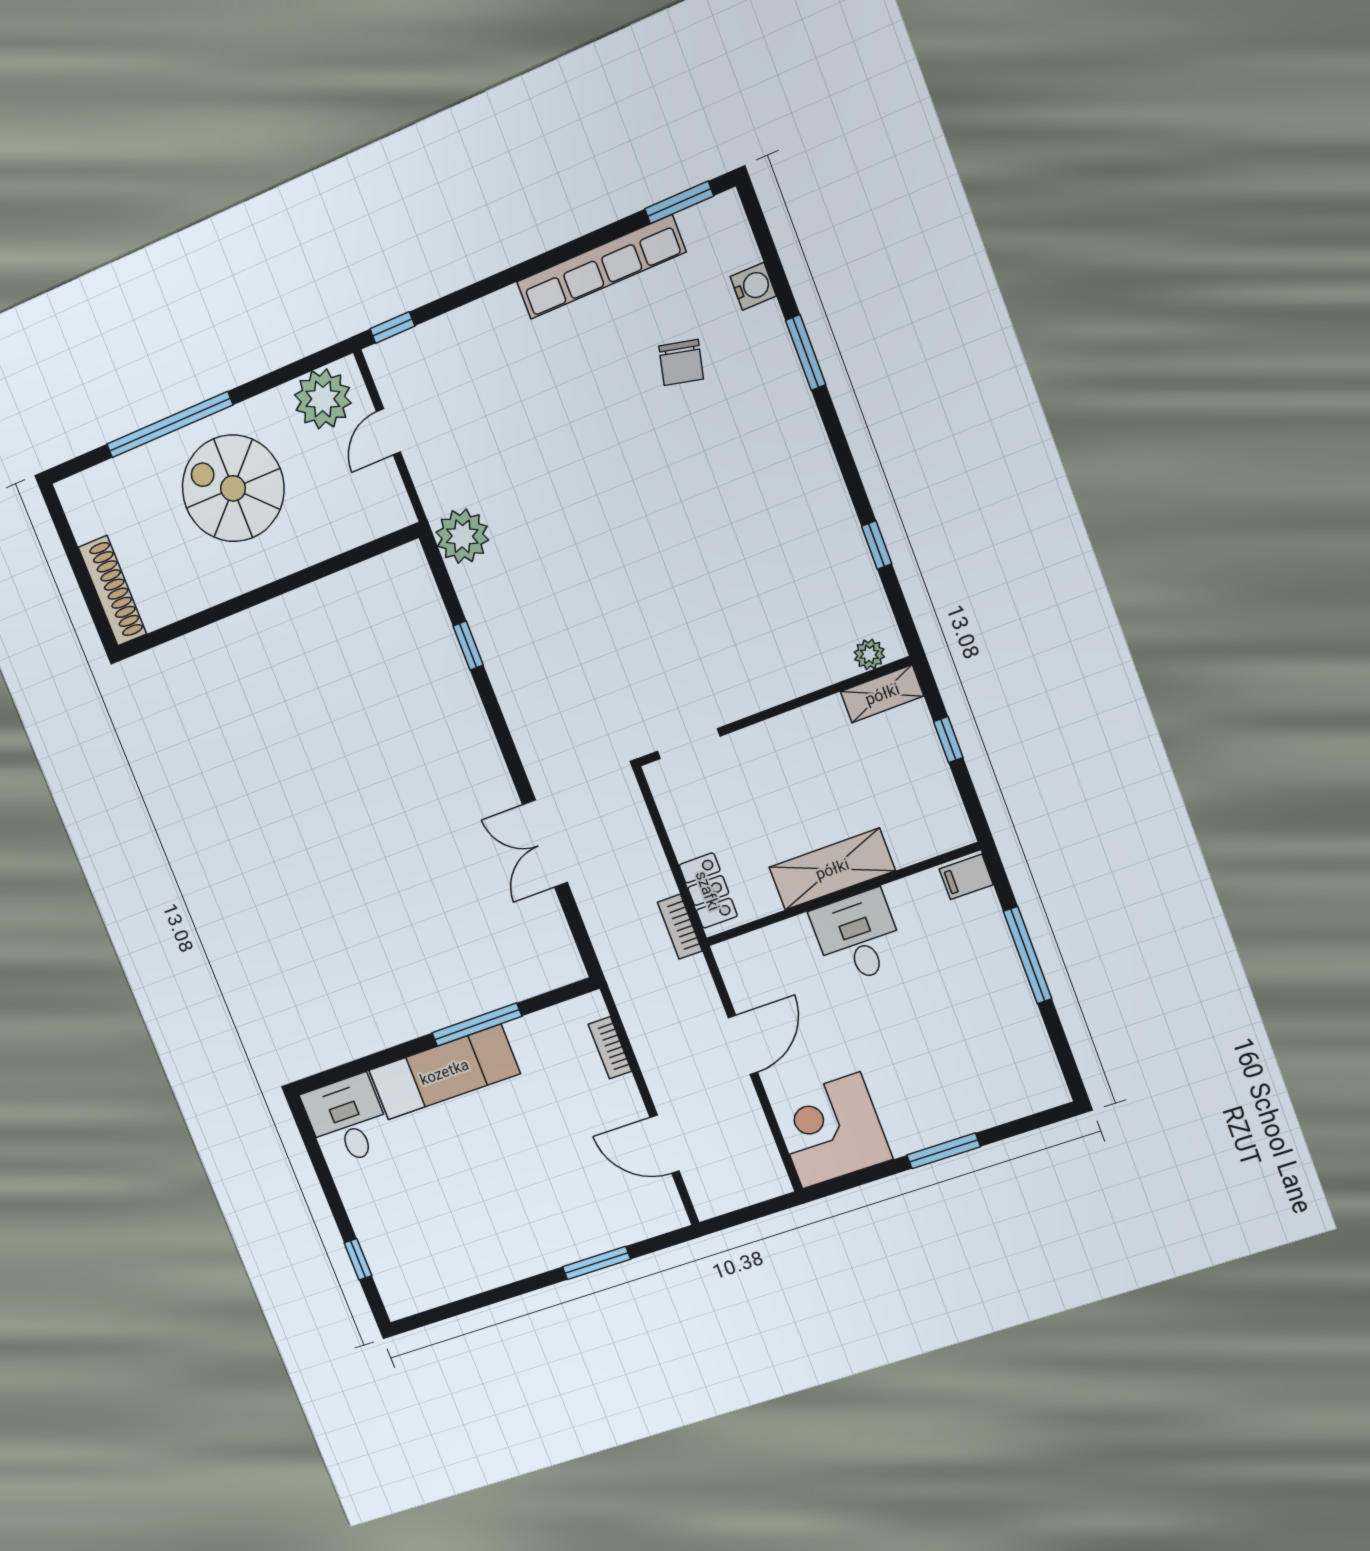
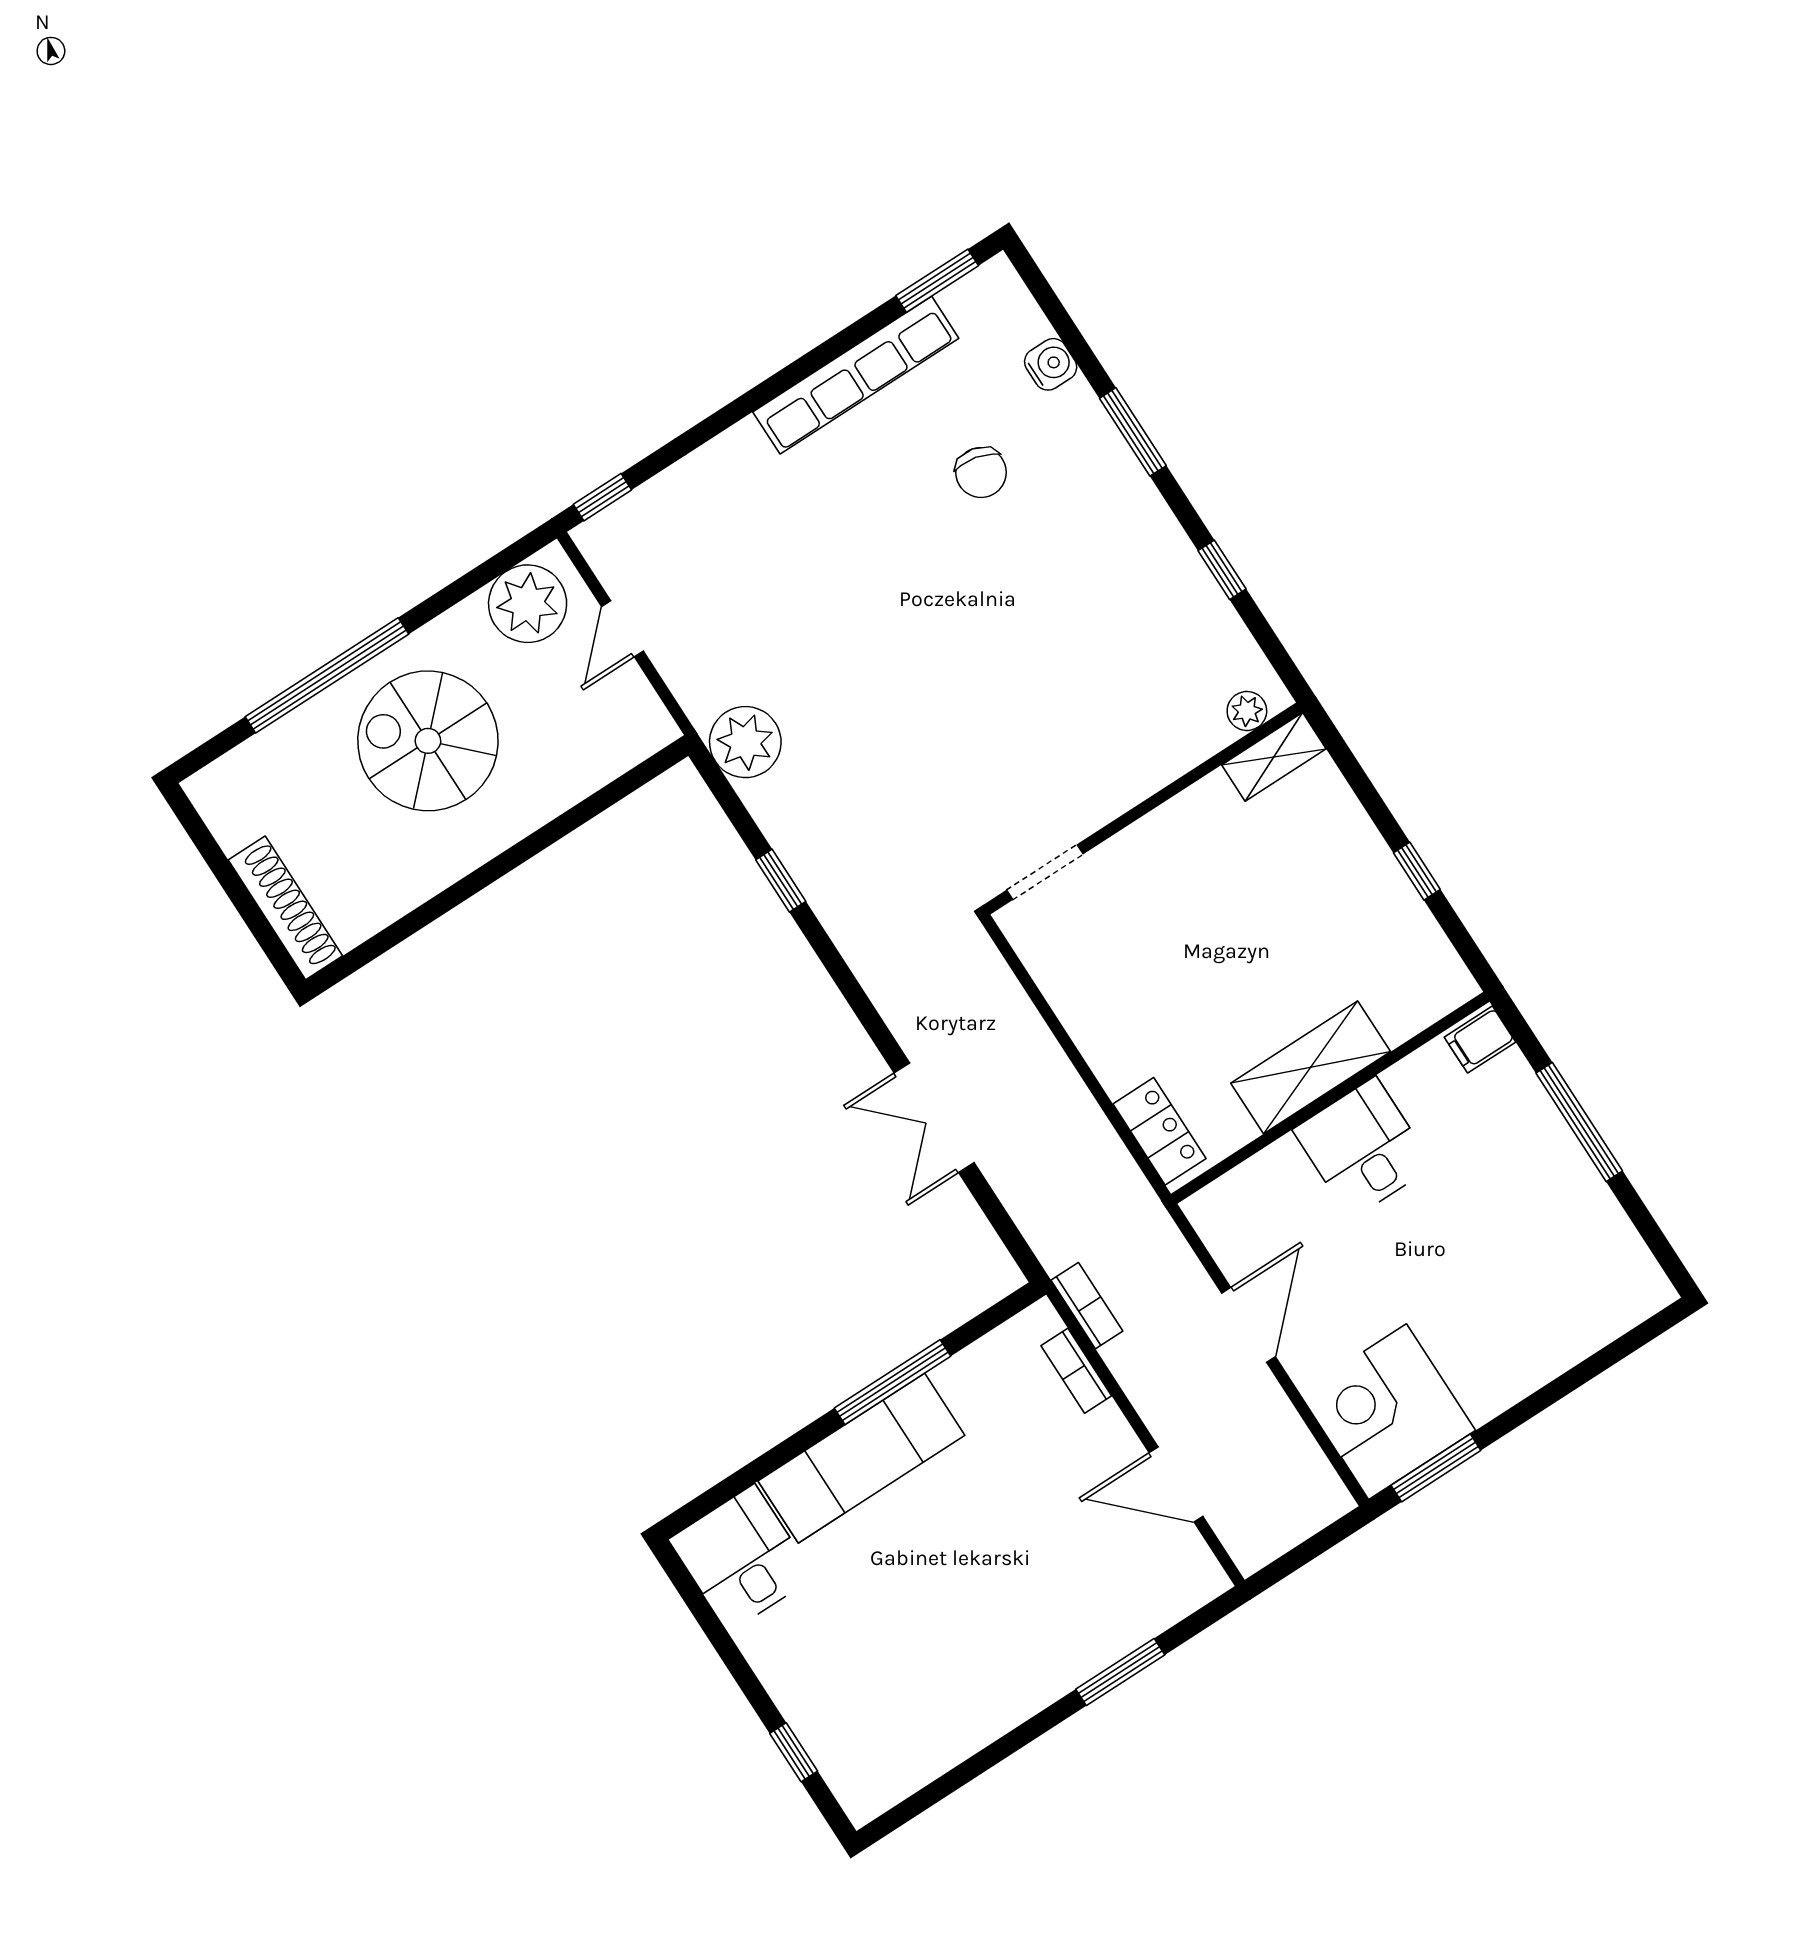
window: (877, 545) -> (1222, 570), moved
plant: (869, 654) -> (1247, 711), moved
shelving: (882, 694) -> (1274, 757), moved
wall: (773, 712) -> (1143, 809), moved
doorway: (689, 744) -> (1045, 872), moved
bookcase: (680, 927) -> (1087, 1306), moved, turned 180
window: (944, 1151) -> (1436, 1468), moved

